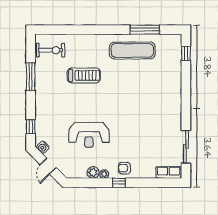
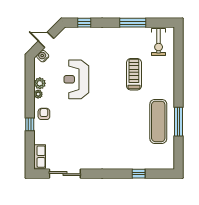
window: (145, 30) -> (179, 122), moved
window: (186, 53) -> (139, 174), moved
treadmill: (84, 76) -> (134, 74), turned 180
water cooler: (43, 147) -> (43, 56), moved
window: (119, 183) -> (30, 124), moved

